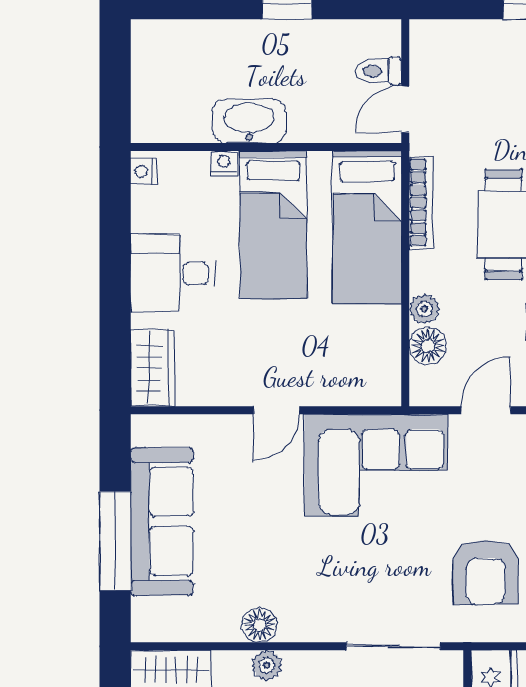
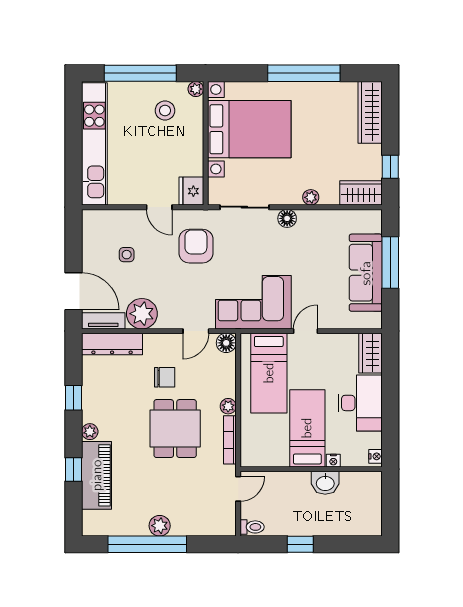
toilet: (379, 71) -> (252, 527), moved
washbasin: (249, 121) -> (325, 483), width x0.72
bed: (367, 227) -> (269, 373), moved, turned 180
desk: (173, 273) -> (360, 403), width x1.37
plant: (424, 309) -> (228, 406), moved
floor lamp: (428, 346) -> (226, 343), moved
floor lamp: (260, 625) -> (287, 218), moved

